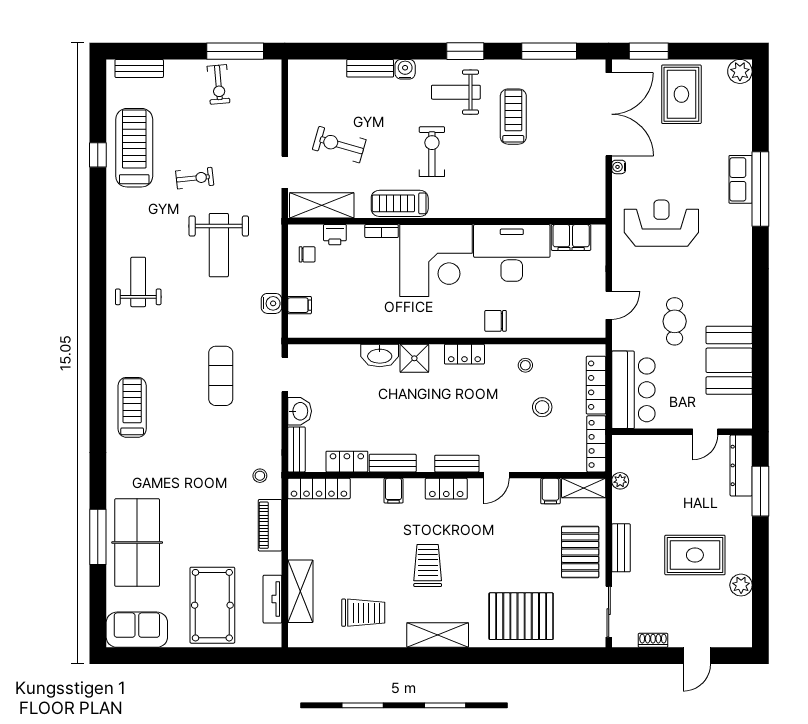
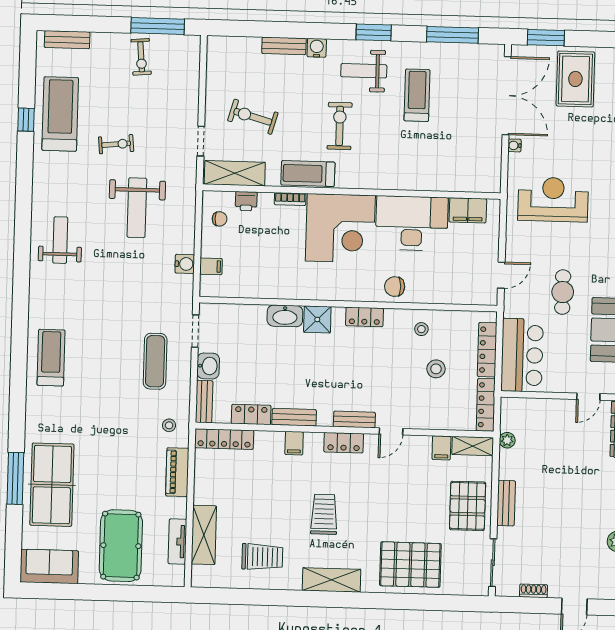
exercise mat: (221, 376) -> (155, 361), moved
rug: (695, 555) -> (575, 512), removed

